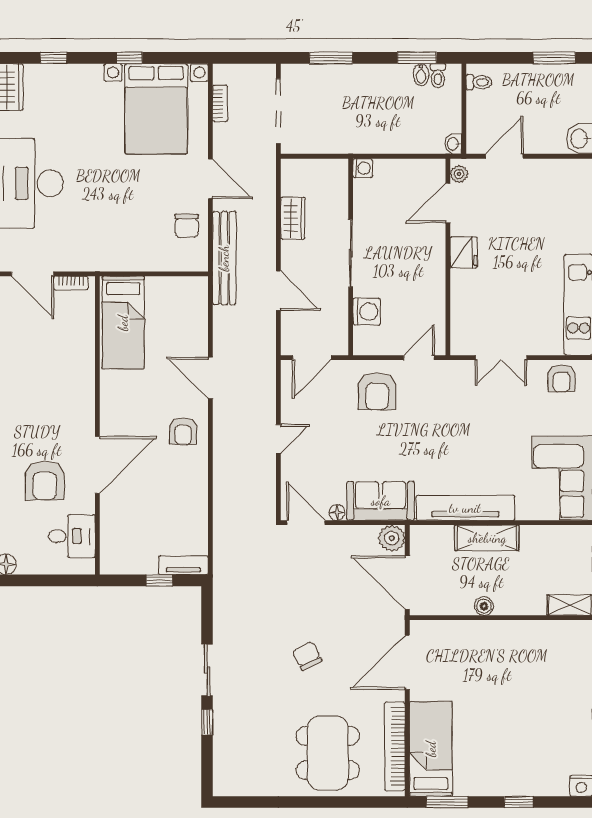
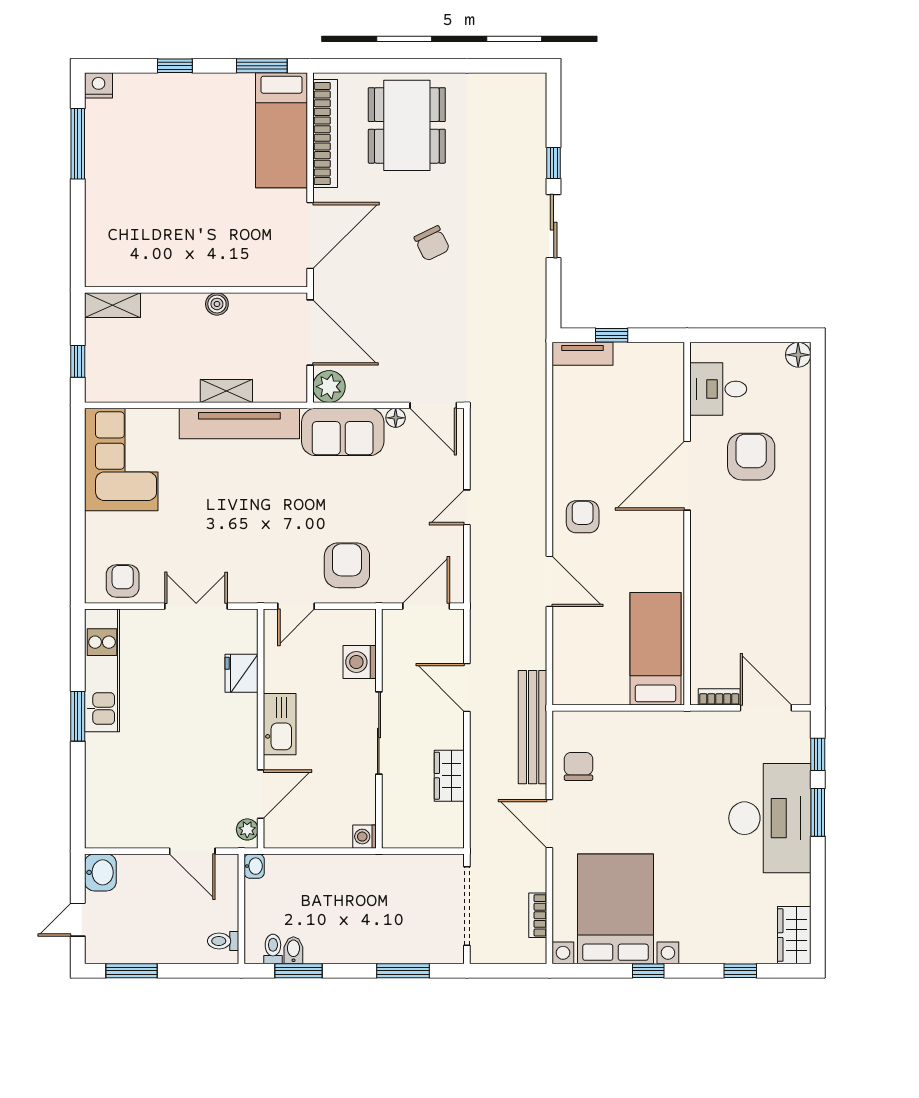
door: (504, 156) -> (192, 851), hinge flipped
fridge: (464, 252) -> (242, 673), moved
kitchen sink: (432, 261) -> (280, 724), added
shelving: (487, 538) -> (226, 391), width x0.67, depth x0.75

